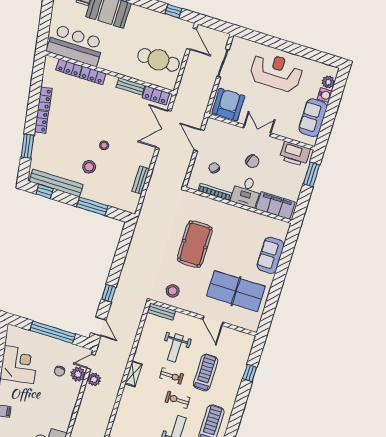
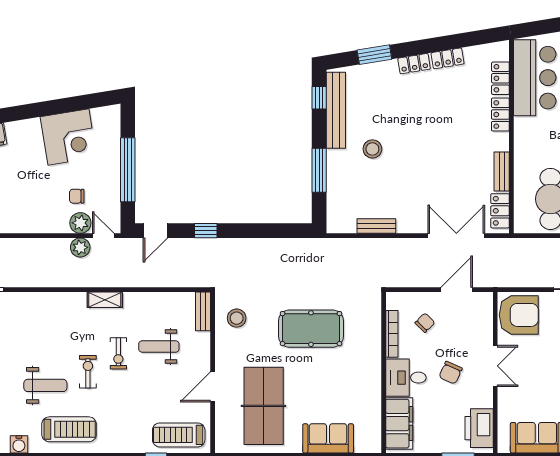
stool: (104, 145) -> (409, 161), removed
treadmill: (206, 372) -> (179, 435), moved, turned 180

